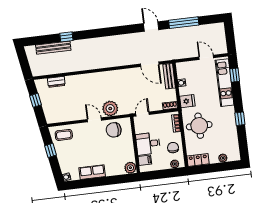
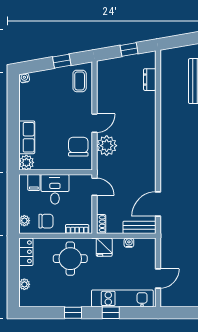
window: (235, 75) -> (111, 313), moved
row of seats: (92, 172) -> (27, 137), moved

